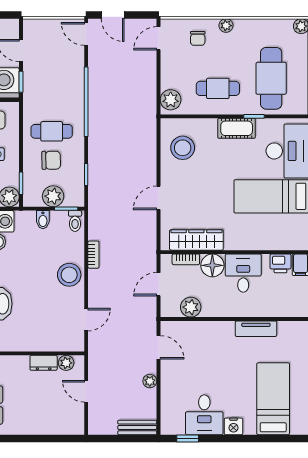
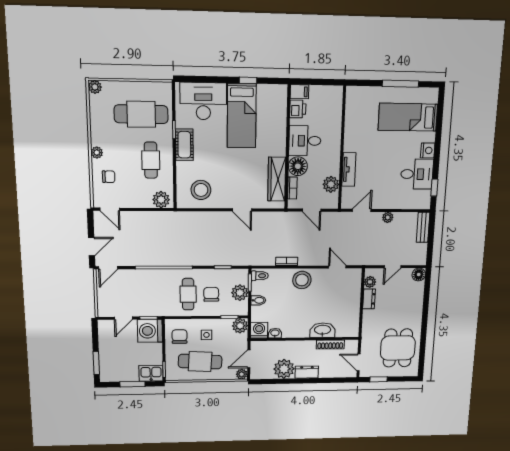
tv unit: (256, 329) -> (349, 169), moved
floor lamp: (76, 426) -> (419, 274), added

